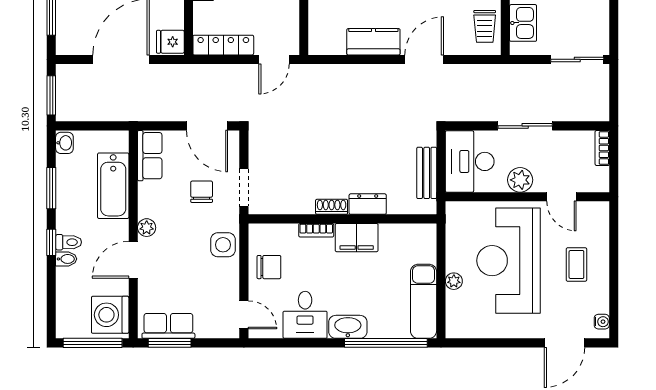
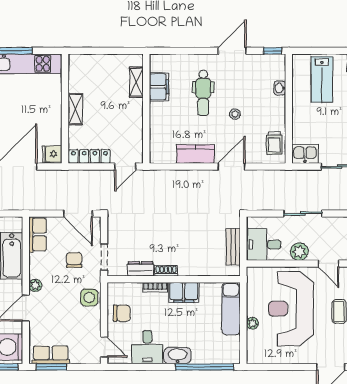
kitchen sink: (523, 23) -> (305, 154), moved, turned -90
desk: (470, 161) -> (264, 245), width x0.73
dresser: (368, 204) -> (140, 269), moved
exam couch: (424, 301) -> (231, 309), moved

